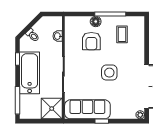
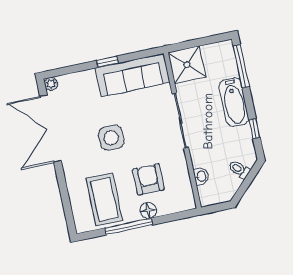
coffee table: (122, 34) -> (104, 199), width x1.86, depth x1.72
bathtub: (30, 73) -> (234, 102), width x0.73, depth x0.73

